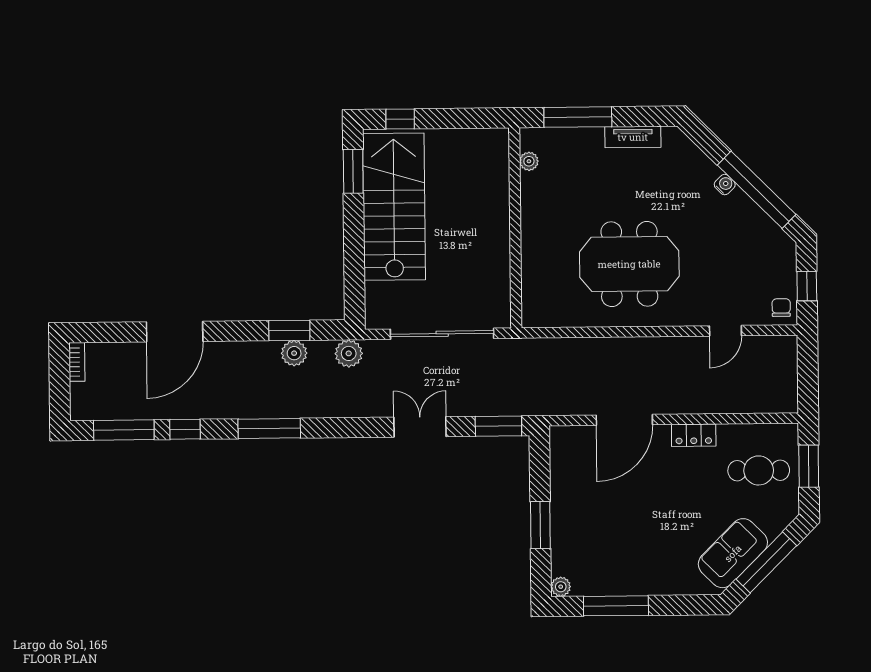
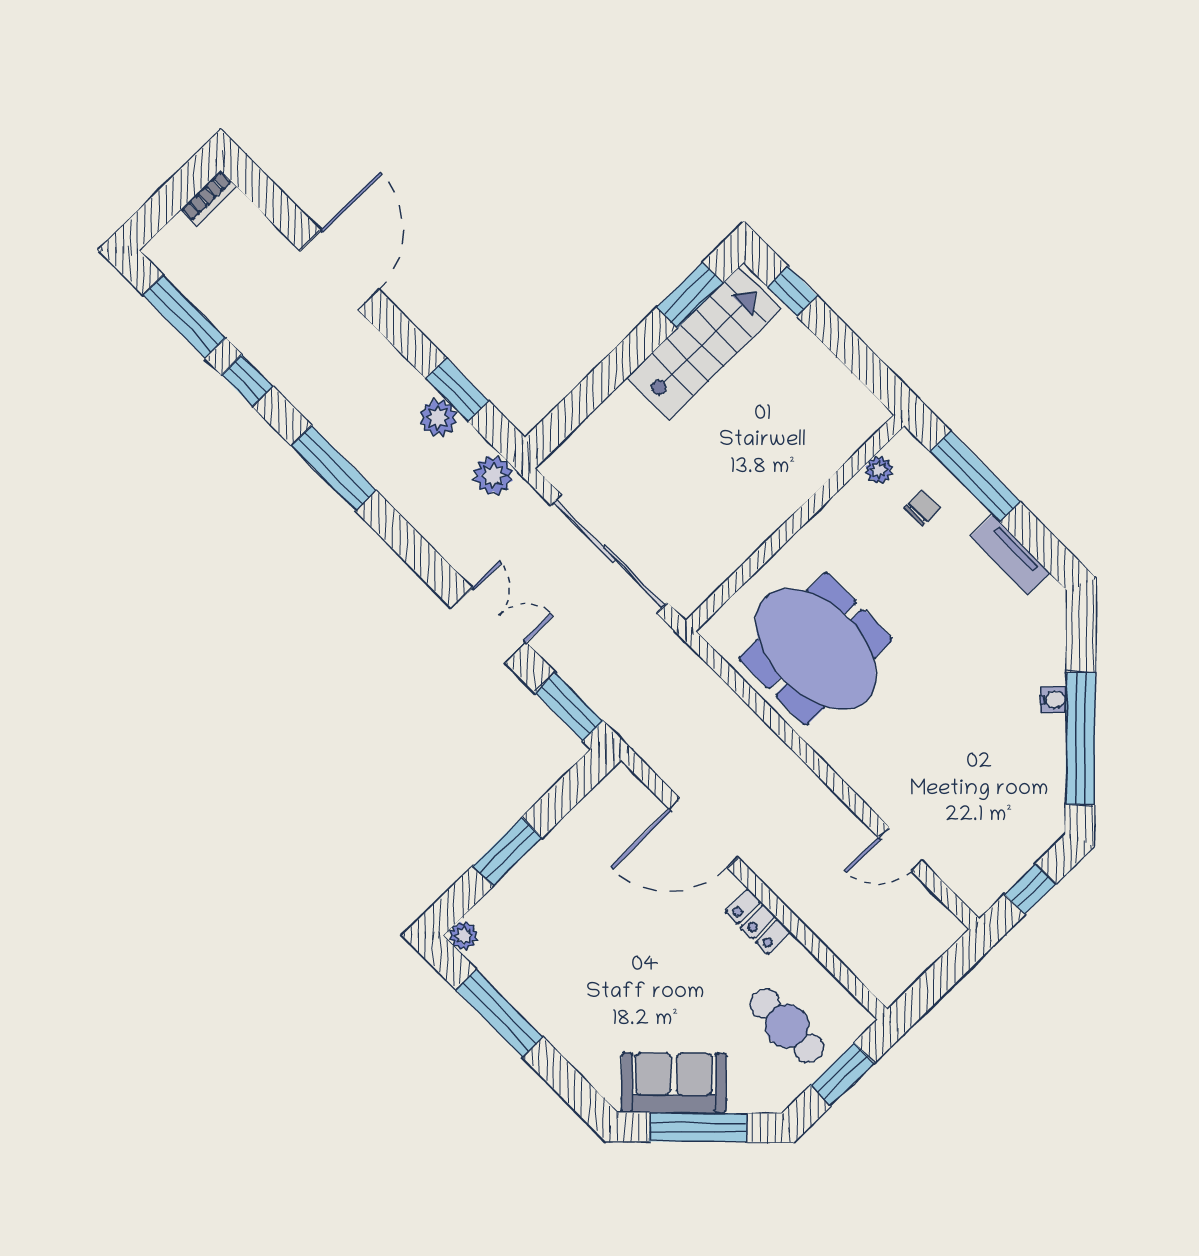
stairs: (394, 207) -> (704, 343), width x0.73, depth x0.66
meeting table: (629, 264) -> (816, 649), moved
chair: (781, 308) -> (923, 508), moved
door: (175, 332) -> (339, 270), swing flipped

